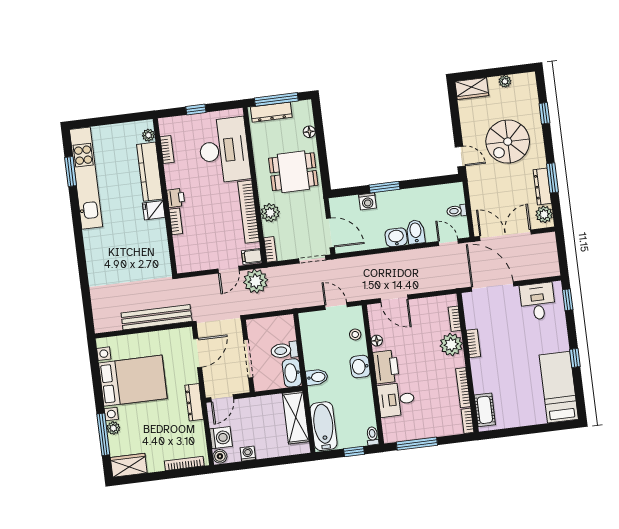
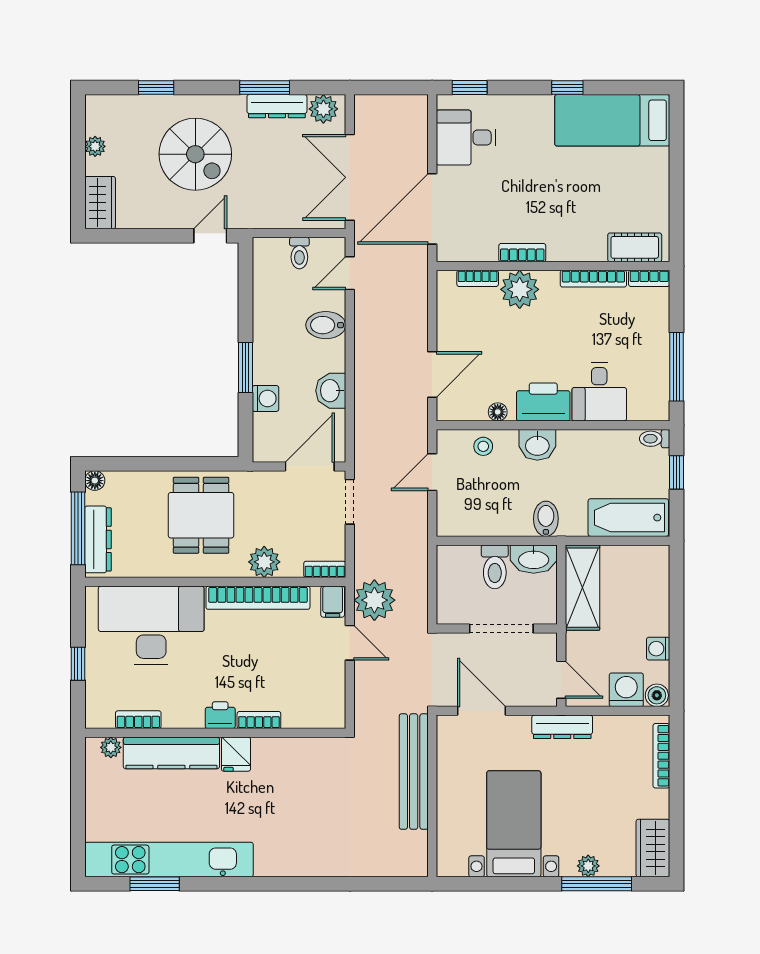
floor lamp: (309, 132) -> (95, 481), moved
washbasin: (396, 237) -> (331, 391), moved
bed with nightstands: (133, 381) -> (514, 824), width x0.73
shelving: (296, 417) -> (582, 588), moved, turned 90

